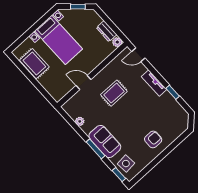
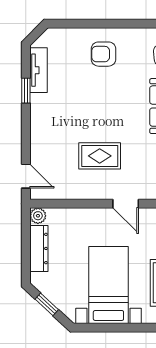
dresser: (106, 31) -> (39, 248), width x1.44
tv unit: (154, 83) -> (38, 70), moved

